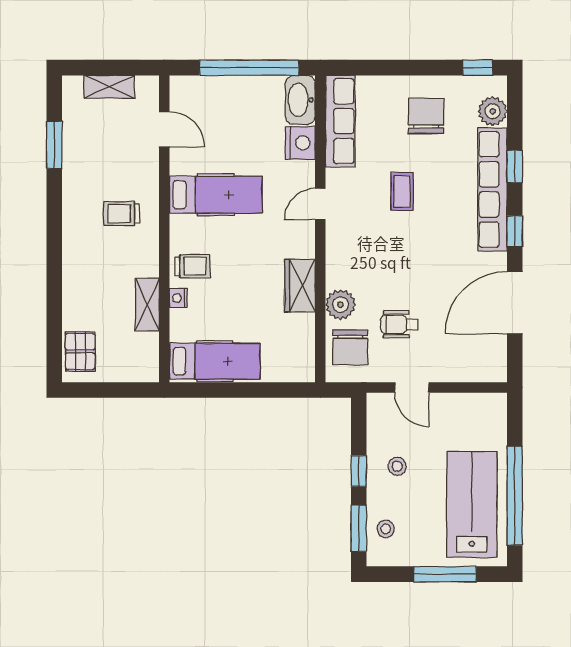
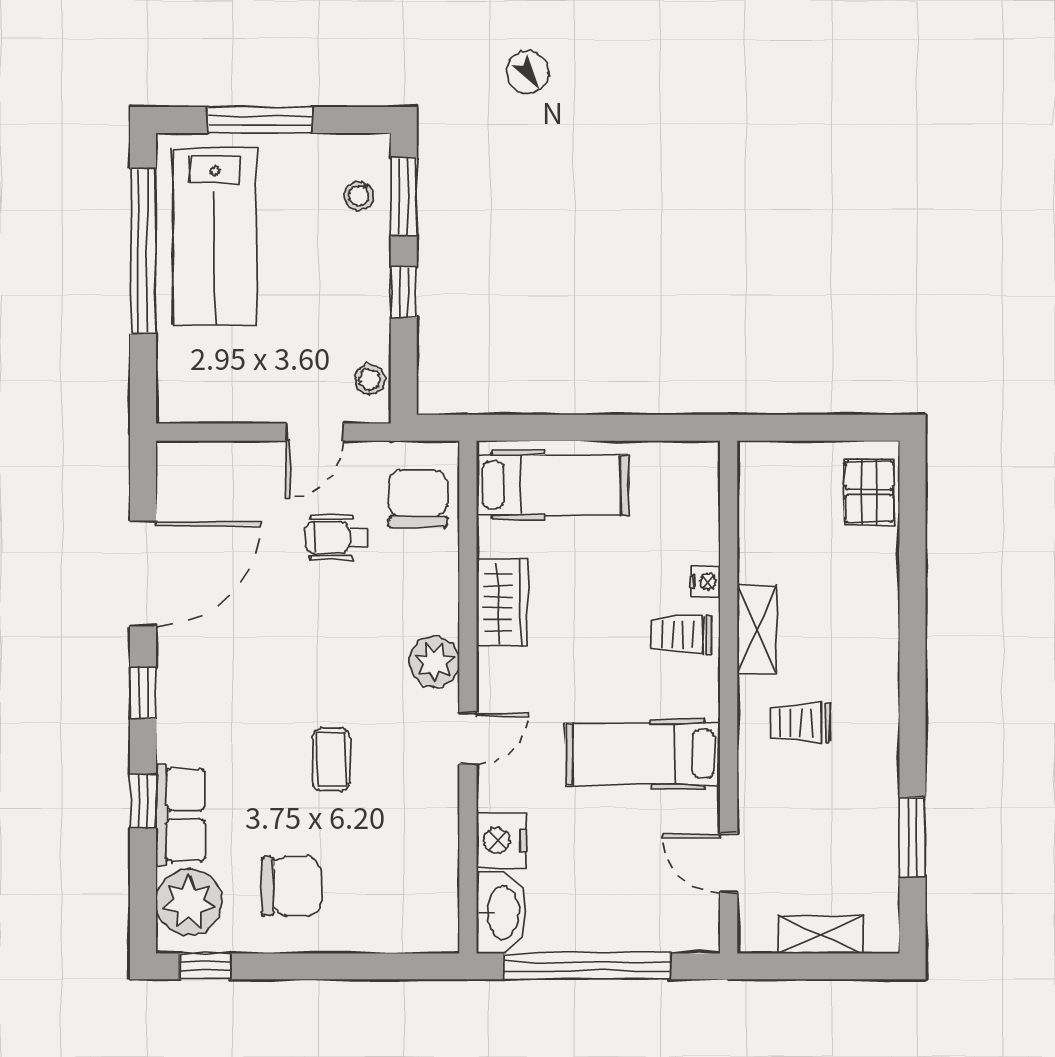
plant: (493, 111) -> (189, 902), width x1.36, depth x1.36
chair: (426, 116) -> (291, 886), turned -90
row of seats: (340, 121) -> (435, 877), removed
row of seats: (492, 189) -> (180, 815), width x0.50
trolley: (122, 214) -> (800, 722), turned 180
shelving: (147, 305) -> (757, 629), moved
plant: (340, 305) -> (434, 662), moved
wheelchair: (399, 324) -> (336, 537), turned 180
hospital bed: (215, 361) -> (552, 485), moved, turned 180
door: (412, 387) -> (315, 432), swing flipped
stool: (397, 466) -> (370, 379), moved

